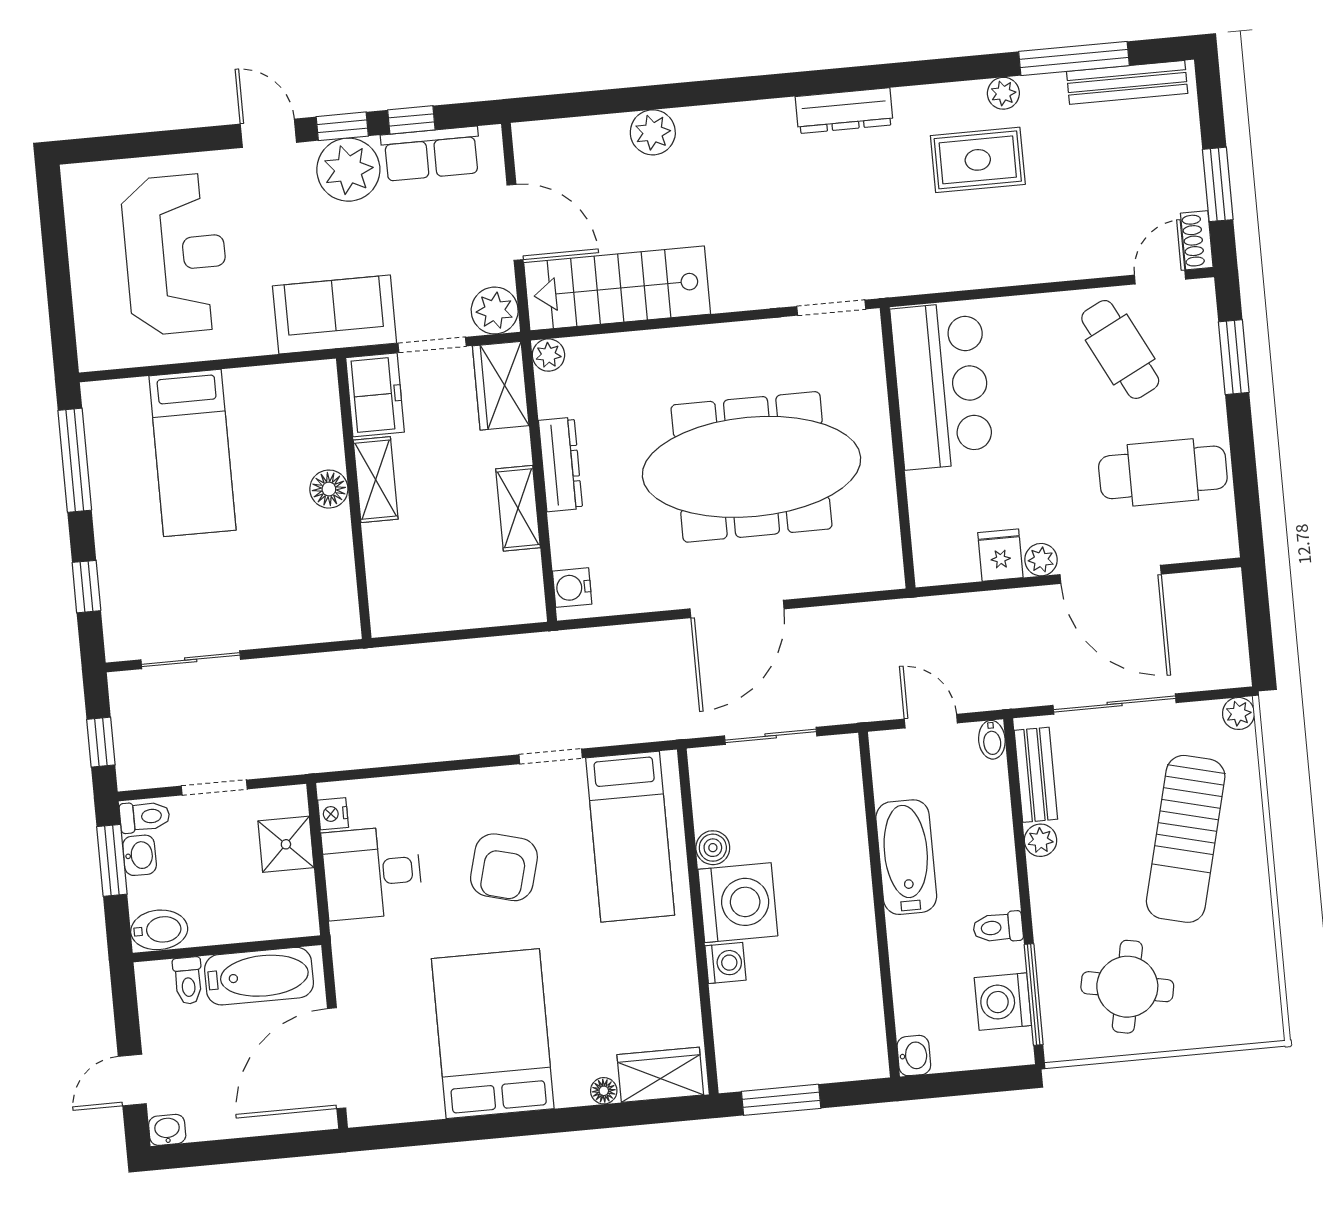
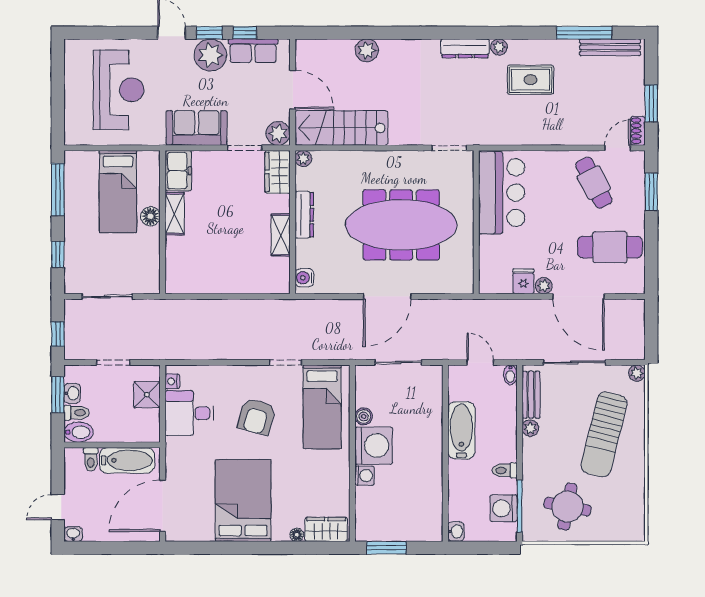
plant: (1003, 93) -> (499, 47), moved
freezer: (375, 395) -> (178, 171), moved
shelving: (376, 480) -> (175, 214), moved
floor lamp: (329, 489) -> (150, 216), moved
wall: (354, 498) -> (163, 222), moved
toilet: (145, 817) -> (76, 413), moved

